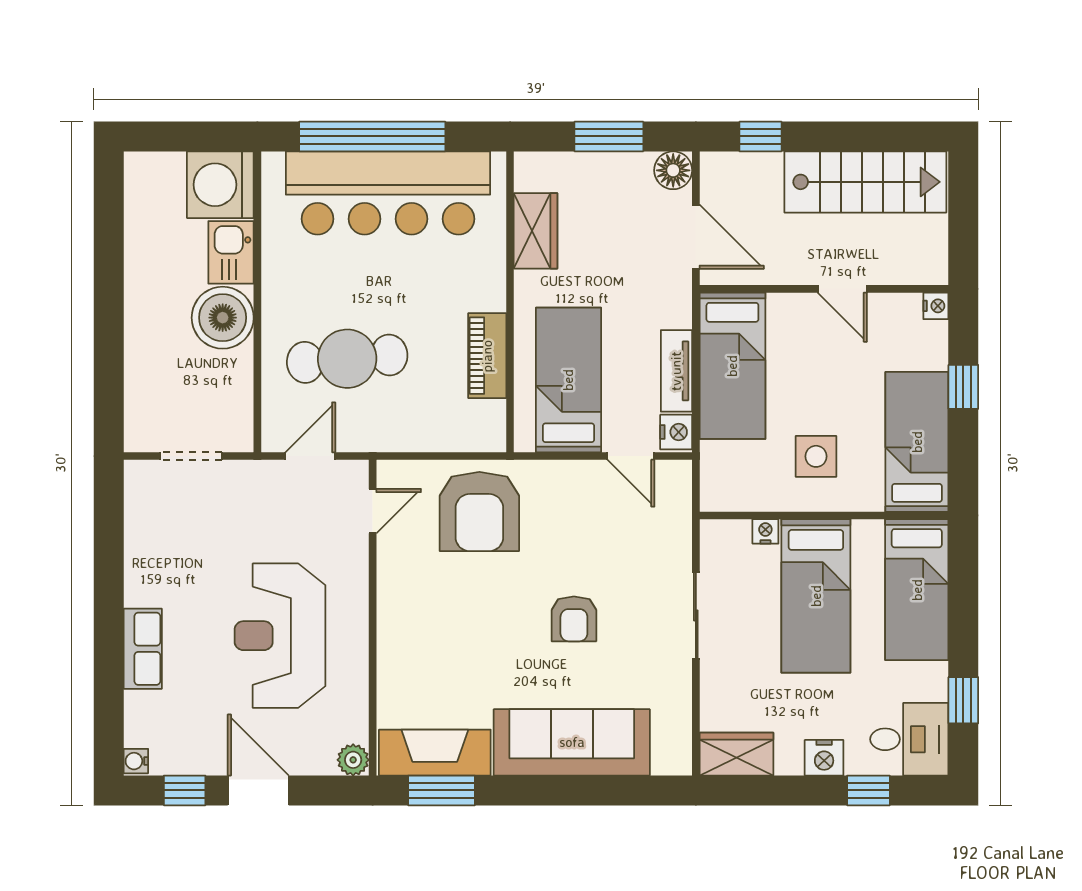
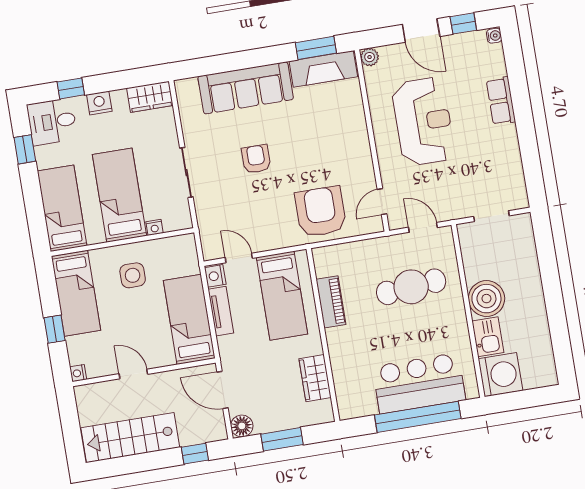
bar counter: (388, 193) -> (419, 383), width x0.73
door: (310, 456) -> (423, 227), swing flipped

